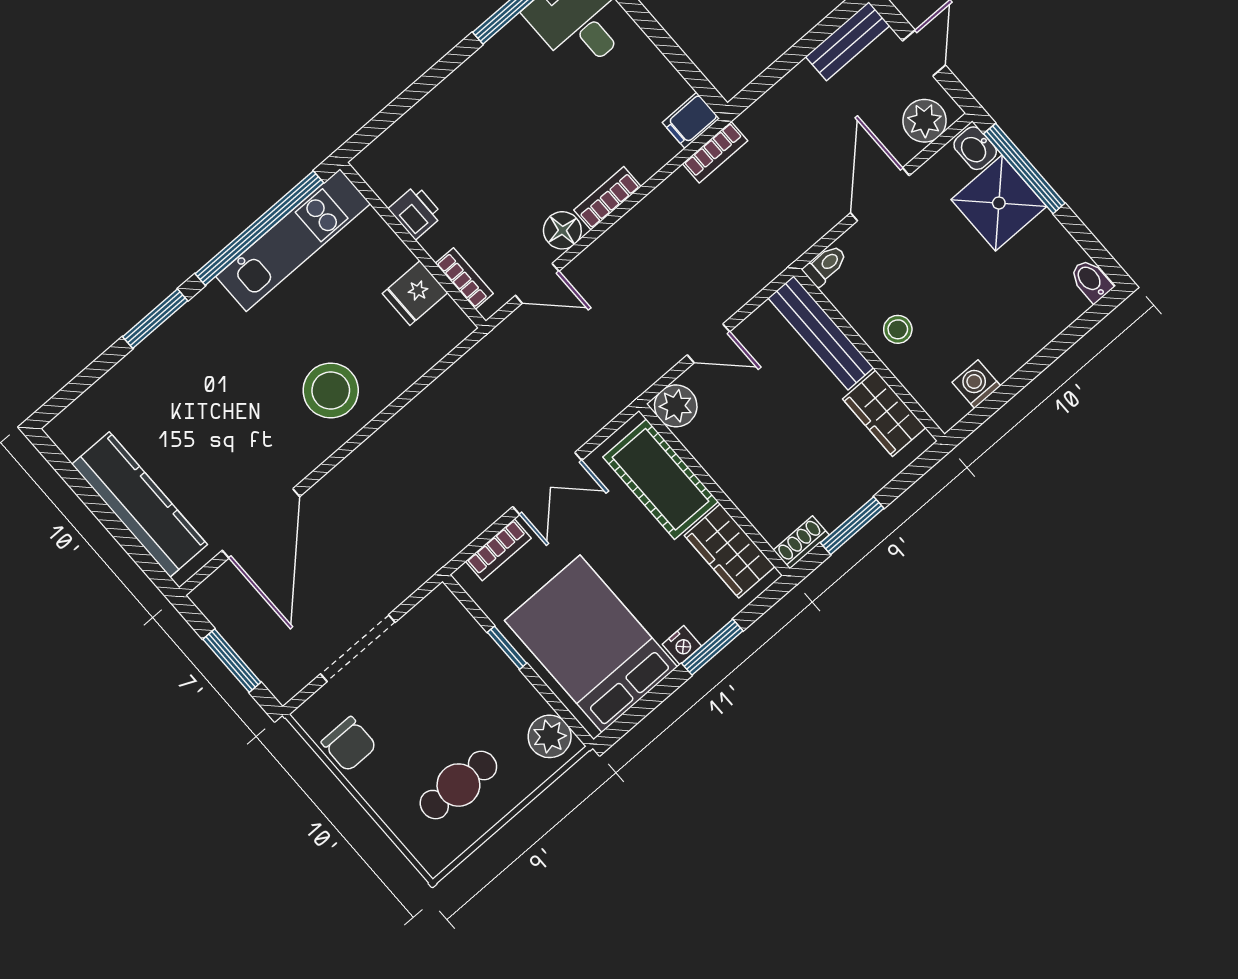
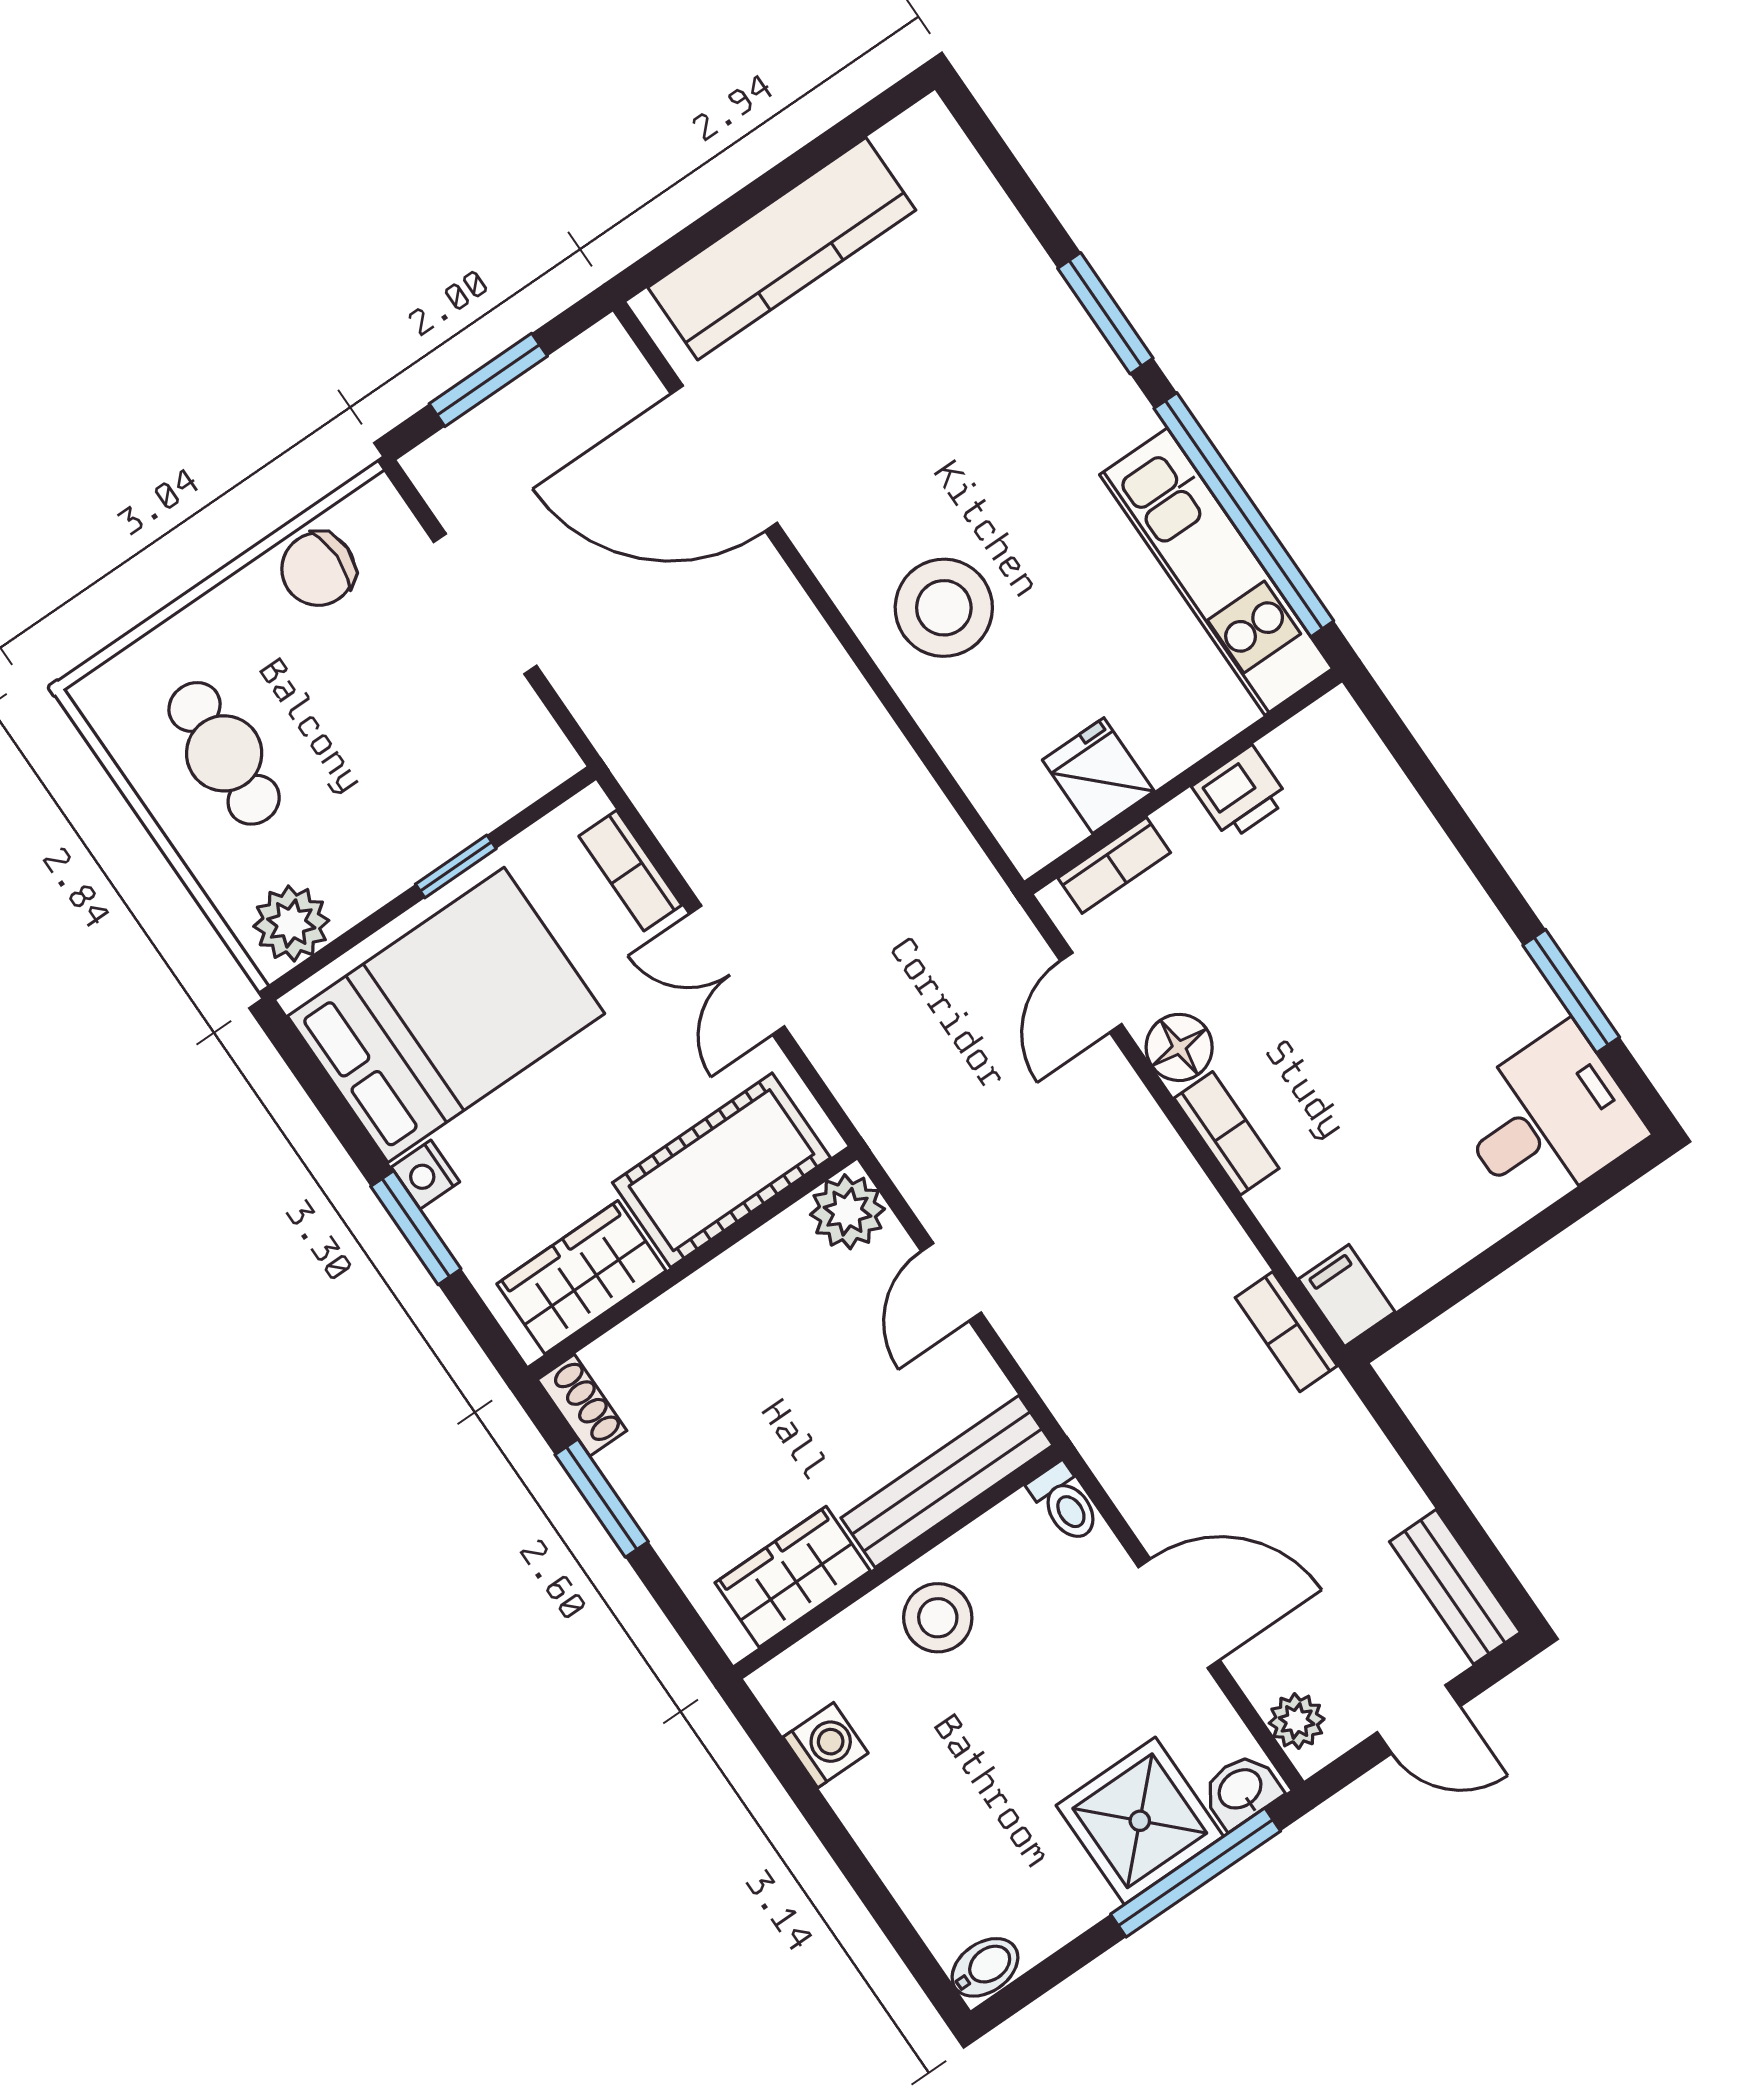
plant: (925, 121) -> (1297, 1721), width x0.73, depth x0.73
stool: (898, 329) -> (938, 1618), width x1.37, depth x1.37

